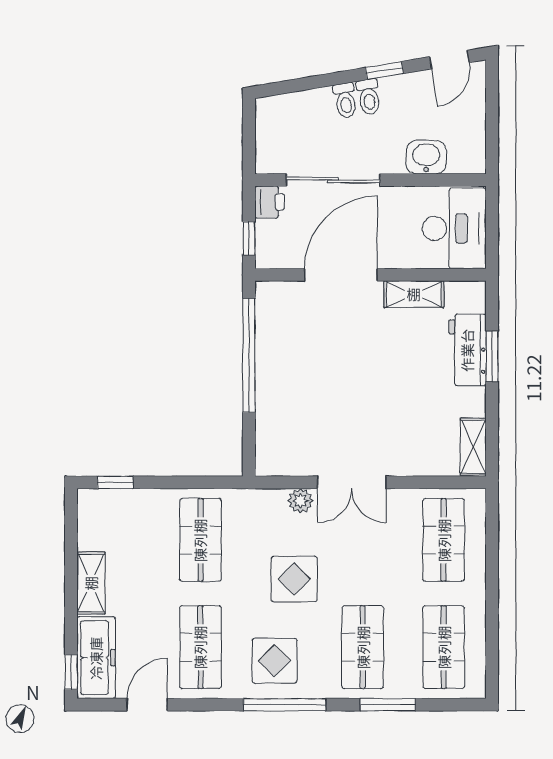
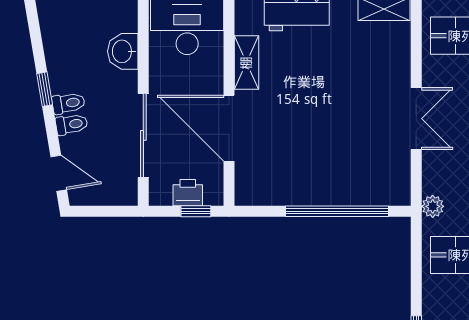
door: (449, 60) -> (59, 173), moved
printer: (270, 202) -> (188, 193), moved
window: (249, 355) -> (337, 211), moved
plant: (300, 501) -> (433, 206), moved

